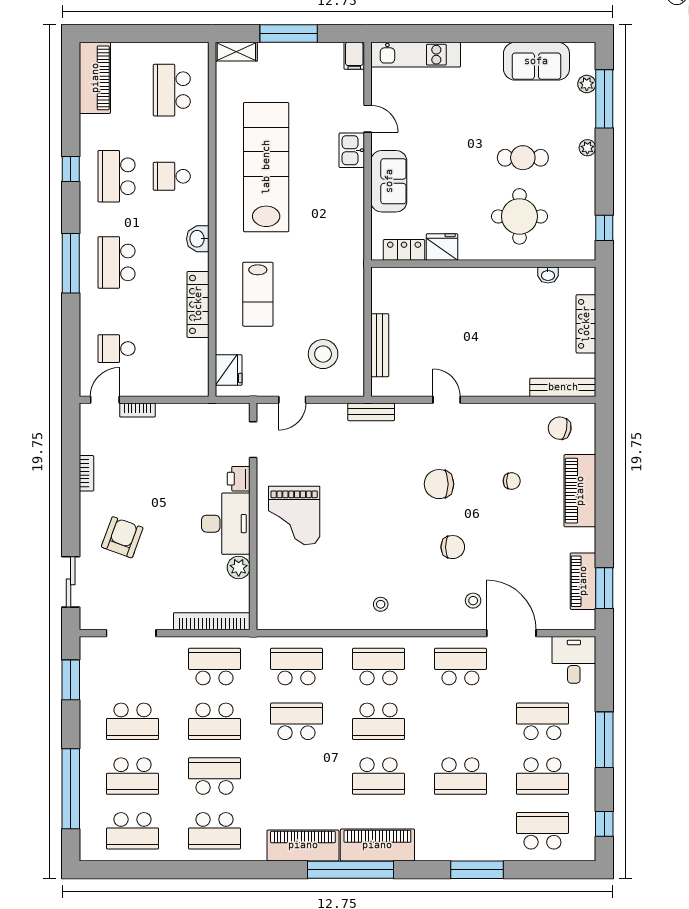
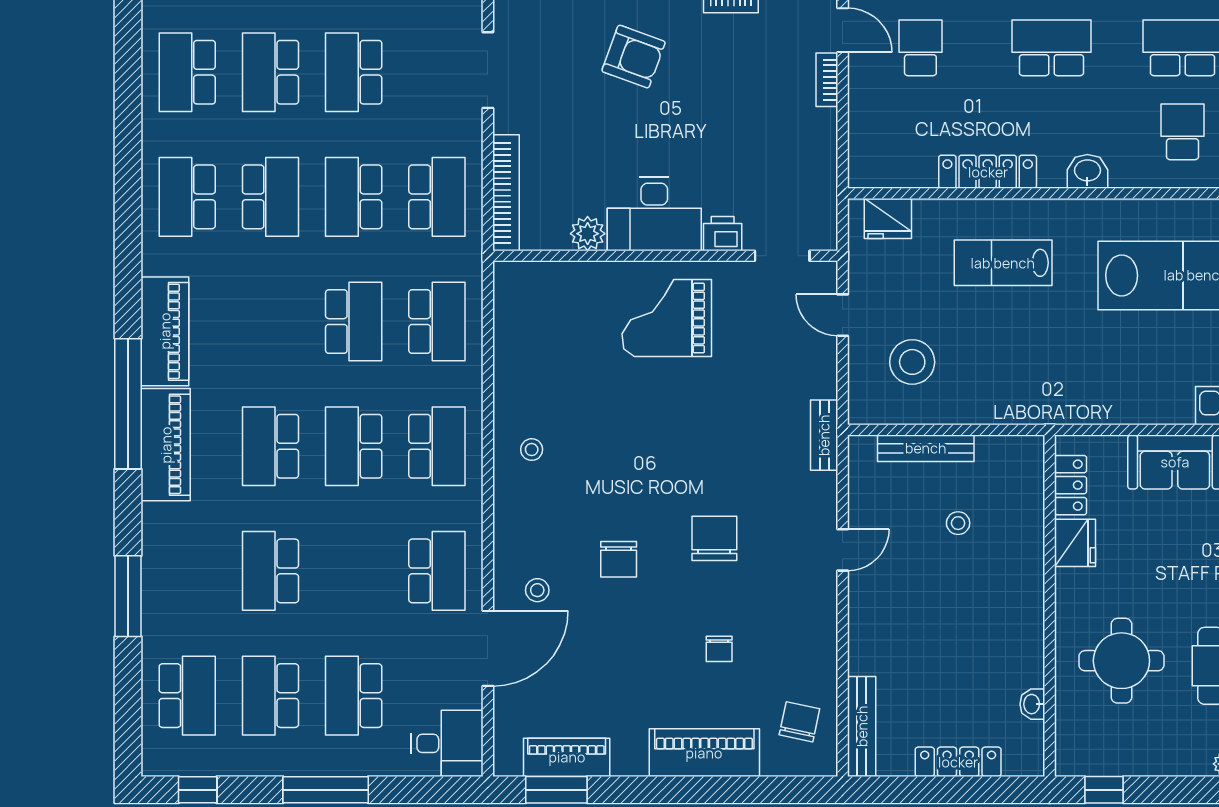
stool: (429, 324) -> (958, 523), added
school desk: (542, 721) -> (354, 696), turned 180

